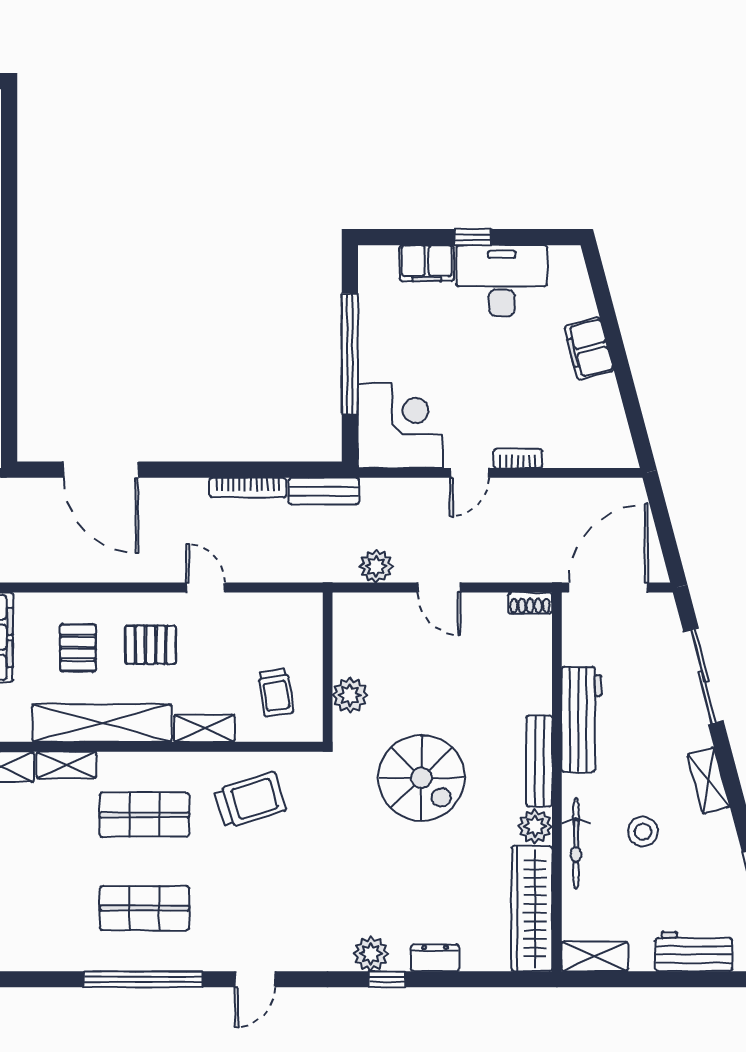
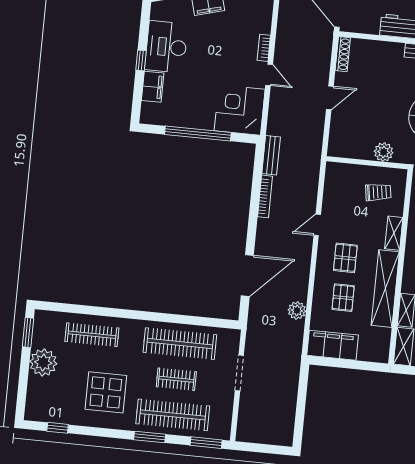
plant: (376, 566) -> (297, 310), moved
shoe rack: (530, 603) -> (343, 54), width x1.43
pallet: (78, 648) -> (343, 298), turned 90

